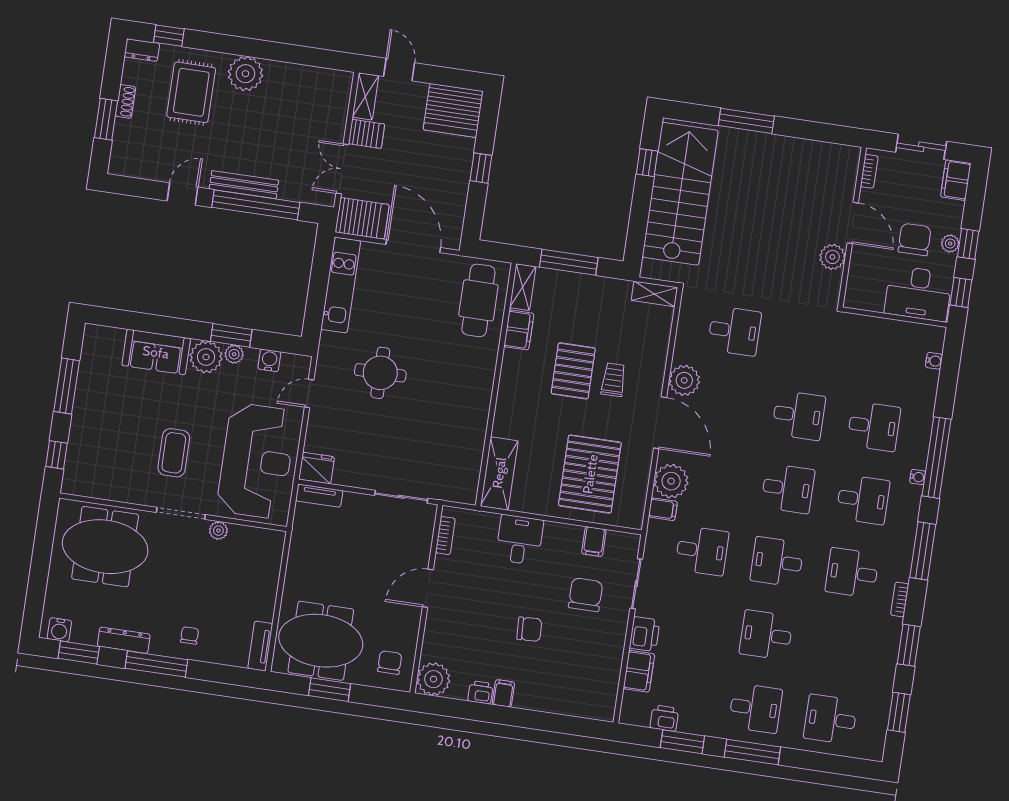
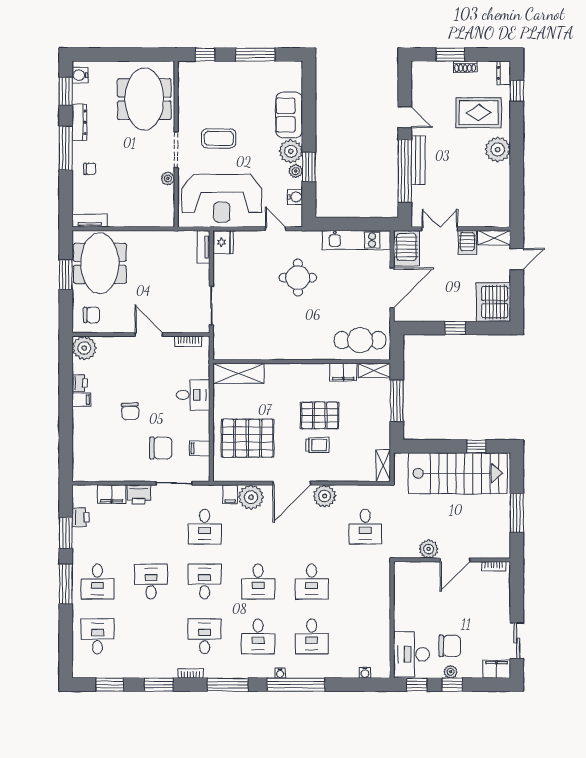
bookcase: (869, 171) -> (494, 566), moved
door: (853, 223) -> (455, 560), moved
wall: (852, 227) -> (452, 560), moved
plant: (832, 257) -> (429, 549), moved

